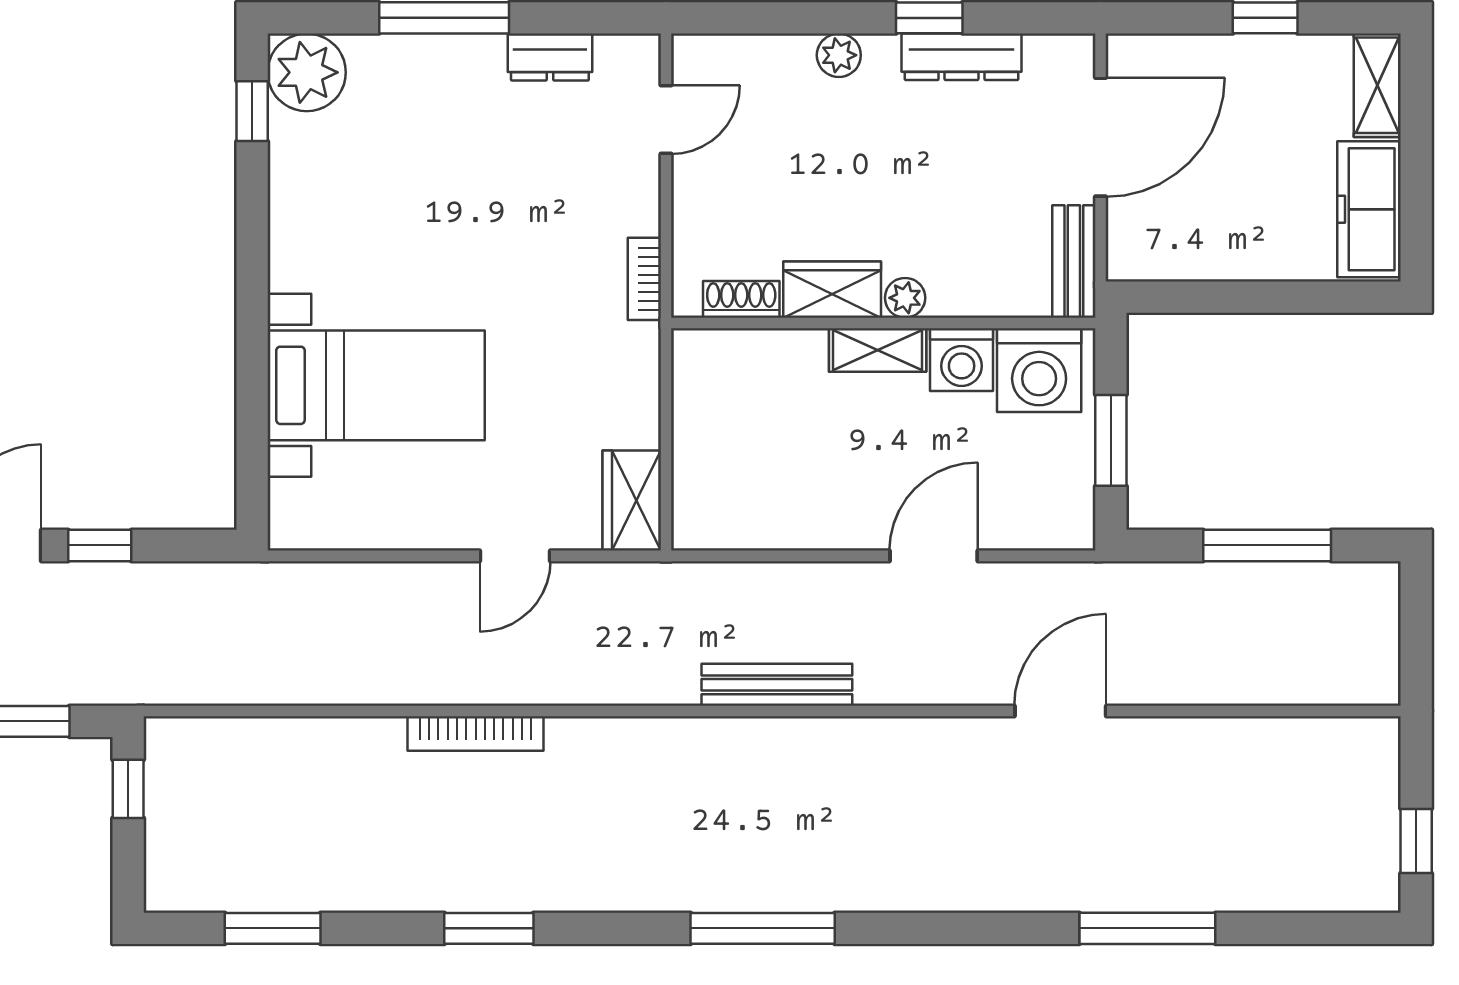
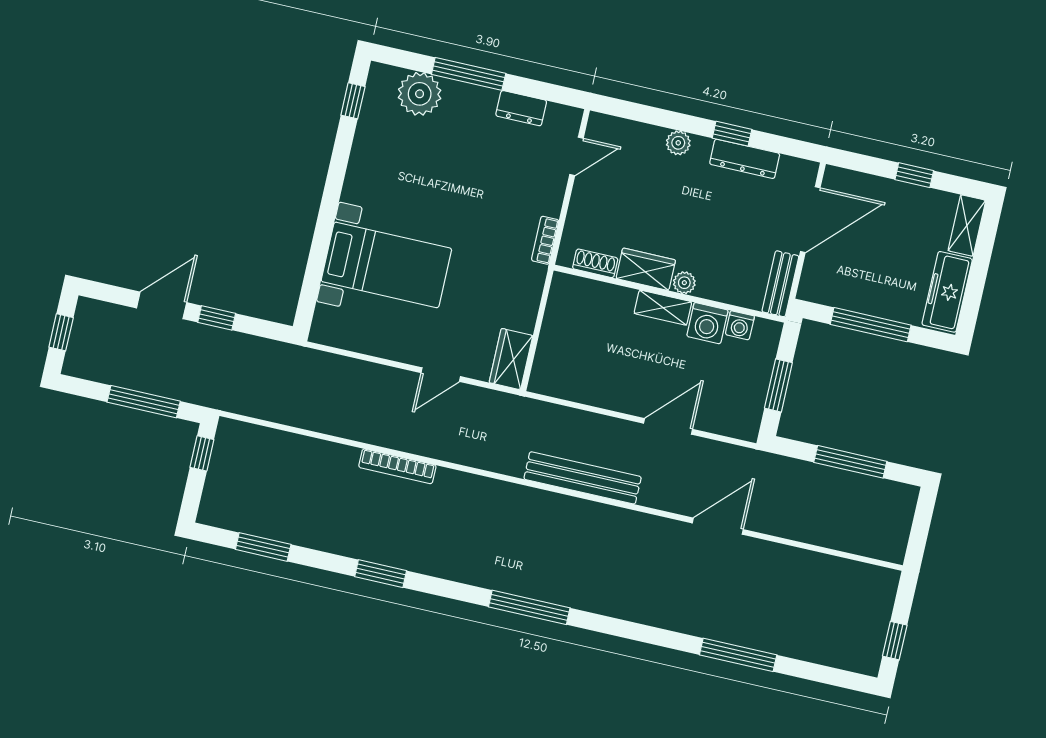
plant: (307, 72) -> (420, 94), moved
window: (1248, 297) -> (871, 325), added
washing machine: (1039, 370) -> (740, 325), width x0.53, depth x0.53
bench: (777, 685) -> (583, 478), width x1.37, depth x1.21

